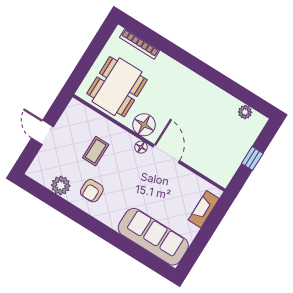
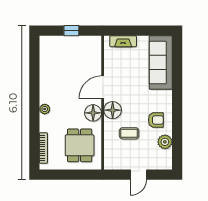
dining table: (117, 87) -> (80, 145), width x0.73
plant: (245, 112) -> (45, 109), moved
floor lamp: (141, 147) -> (113, 110), width x1.89, depth x1.89

